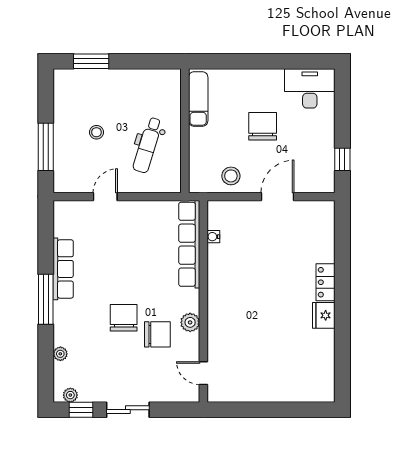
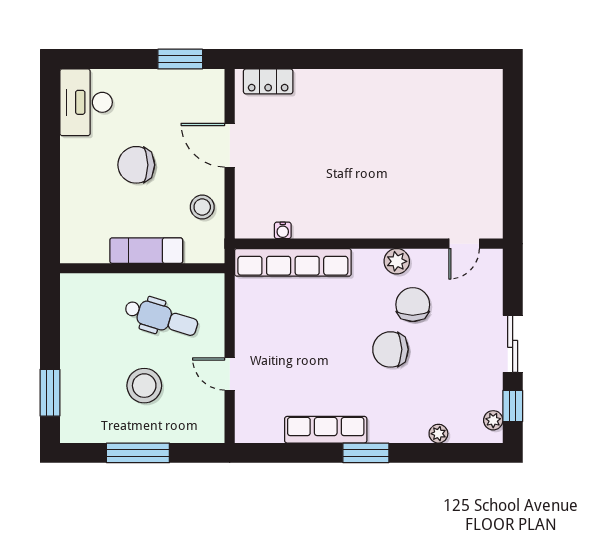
exam couch: (198, 99) -> (146, 251), moved
stool: (96, 132) -> (144, 386), width x1.89, depth x1.89
window: (46, 147) -> (138, 453), moved
window: (342, 159) -> (180, 59), width x1.50
locker: (326, 282) -> (268, 81), moved
window: (46, 299) -> (366, 453), width x0.69
fridge: (324, 315) -> (387, 84), removed

